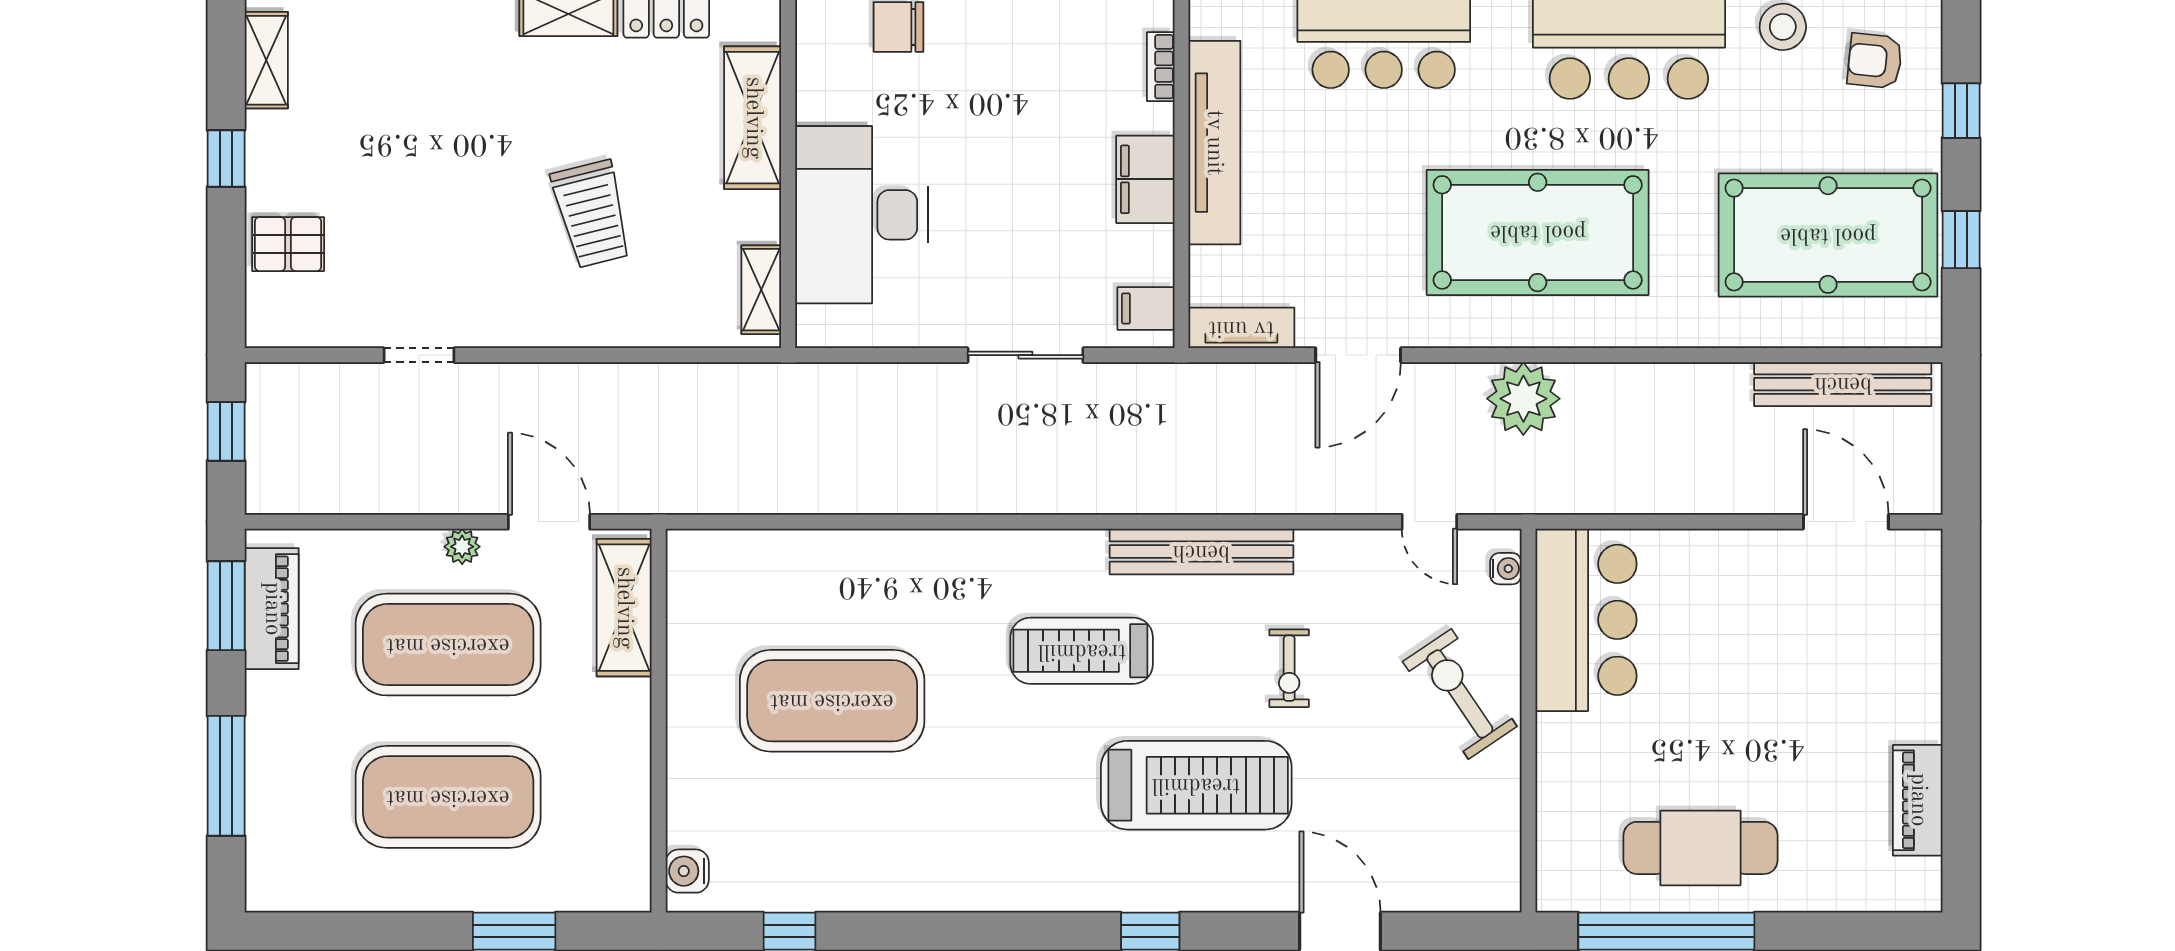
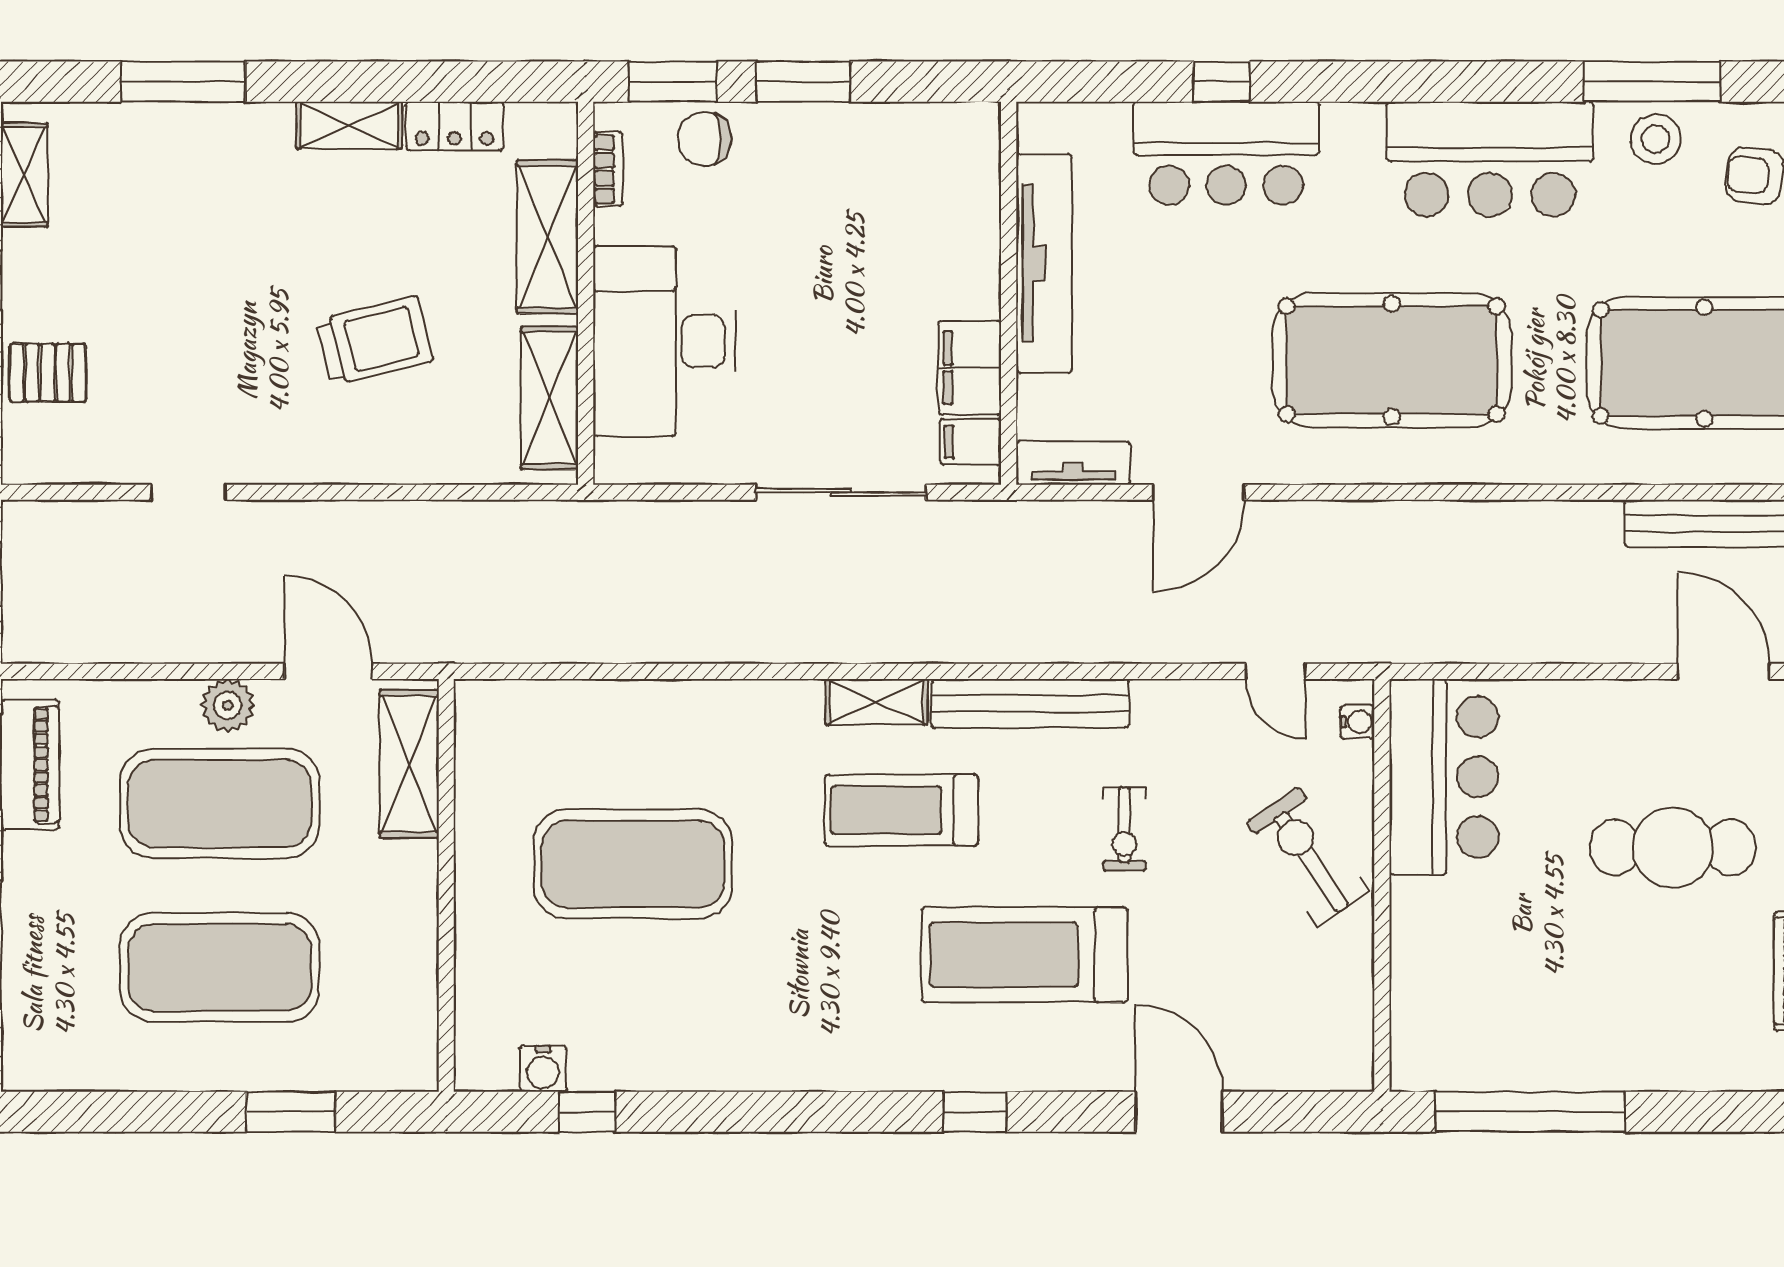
bookcase: (1161, 67) -> (608, 169), moved, turned 180
filing cabinet: (1145, 179) -> (970, 368), moved
trolley: (592, 214) -> (374, 340), turned -90
shelving: (761, 290) -> (550, 398), width x1.50, depth x1.33
sliding door: (1025, 355) -> (841, 492), width x1.37
plant: (1523, 399) -> (1376, 539), removed
plant: (462, 547) -> (228, 705), width x1.38, depth x1.38
shelving: (1059, 550) -> (876, 702), added
treadmill: (1196, 785) -> (1025, 955), turned 180
cafe table: (1700, 848) -> (1673, 847), moved
water cooler: (687, 871) -> (543, 1069), moved, turned -90

